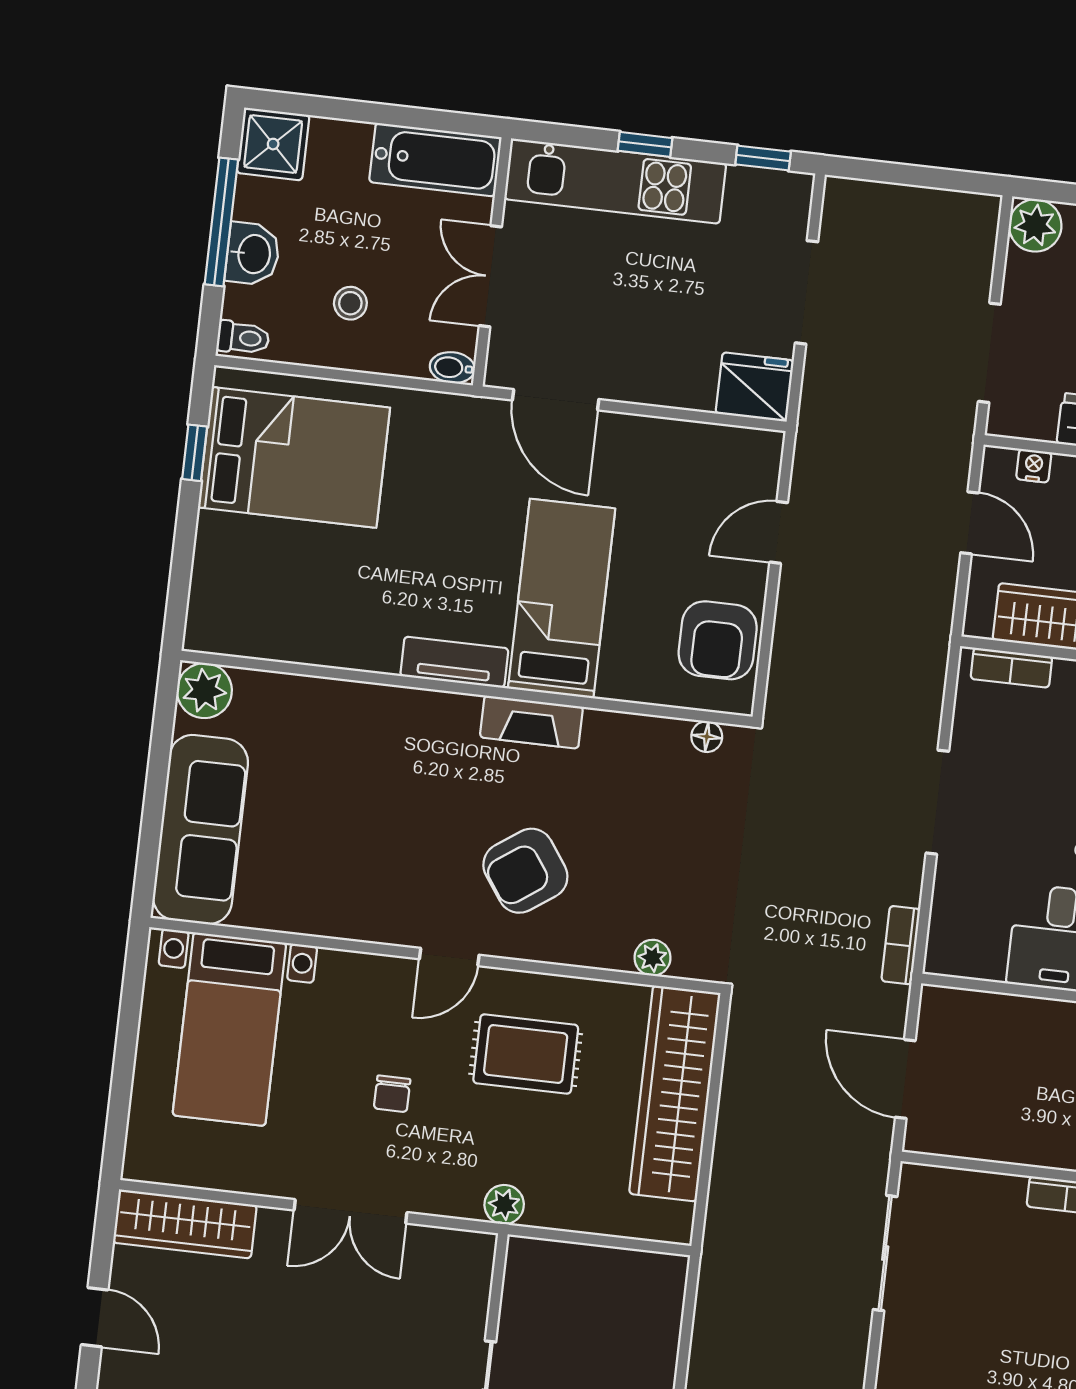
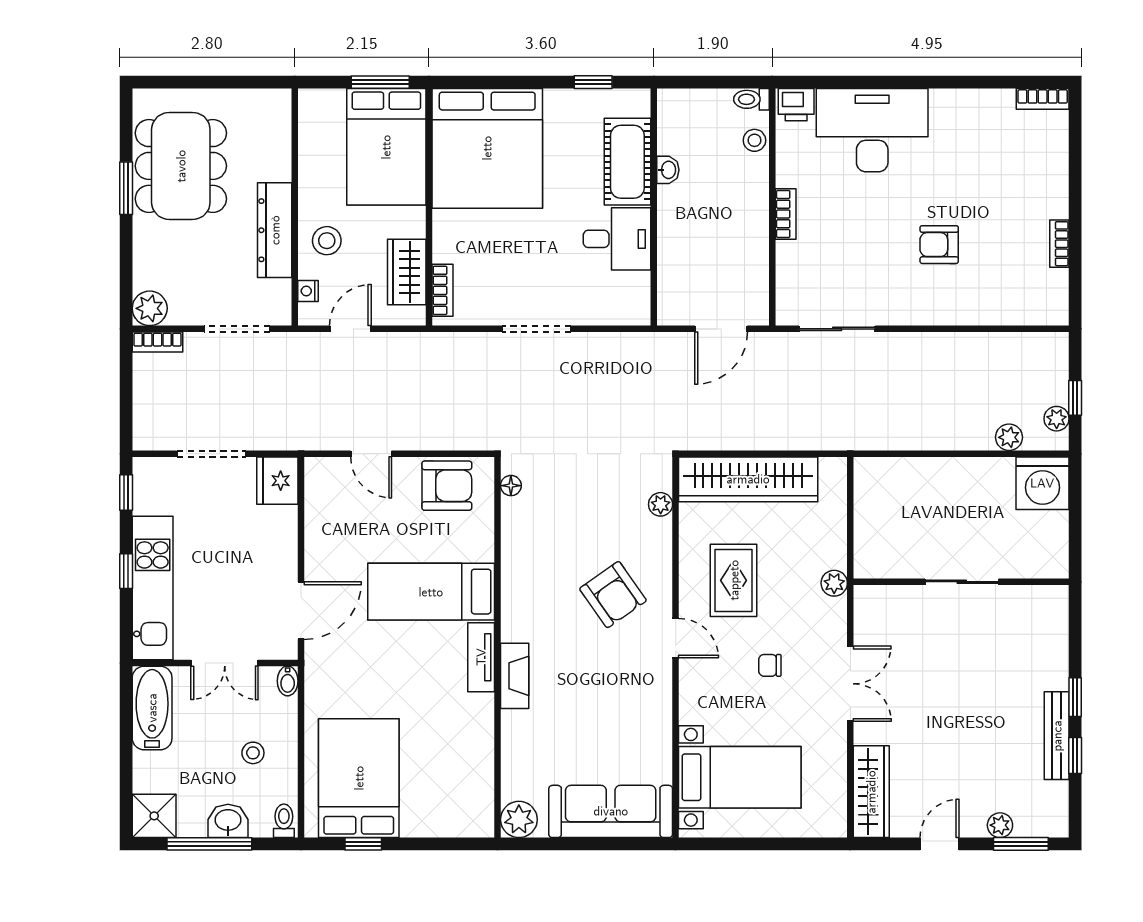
fireplace: (531, 722) -> (515, 676), moved
bookcase: (901, 945) -> (158, 342), moved
chair: (392, 1094) -> (770, 665), turned 180

